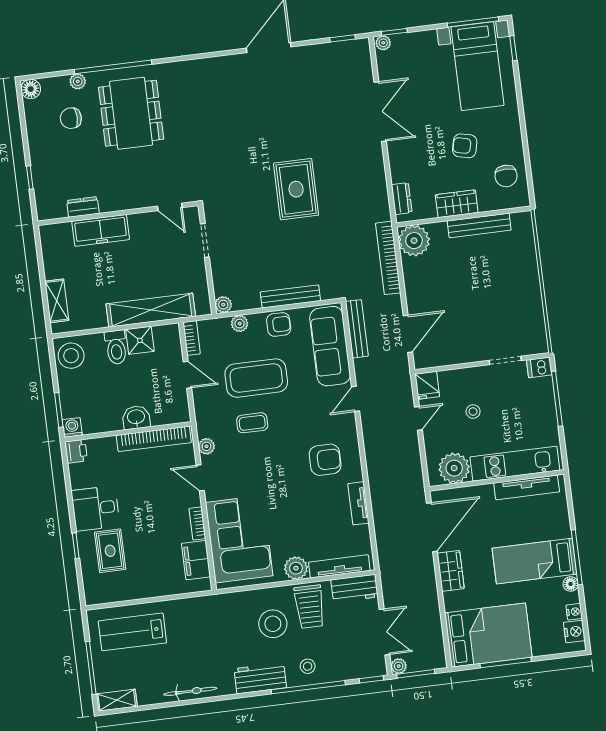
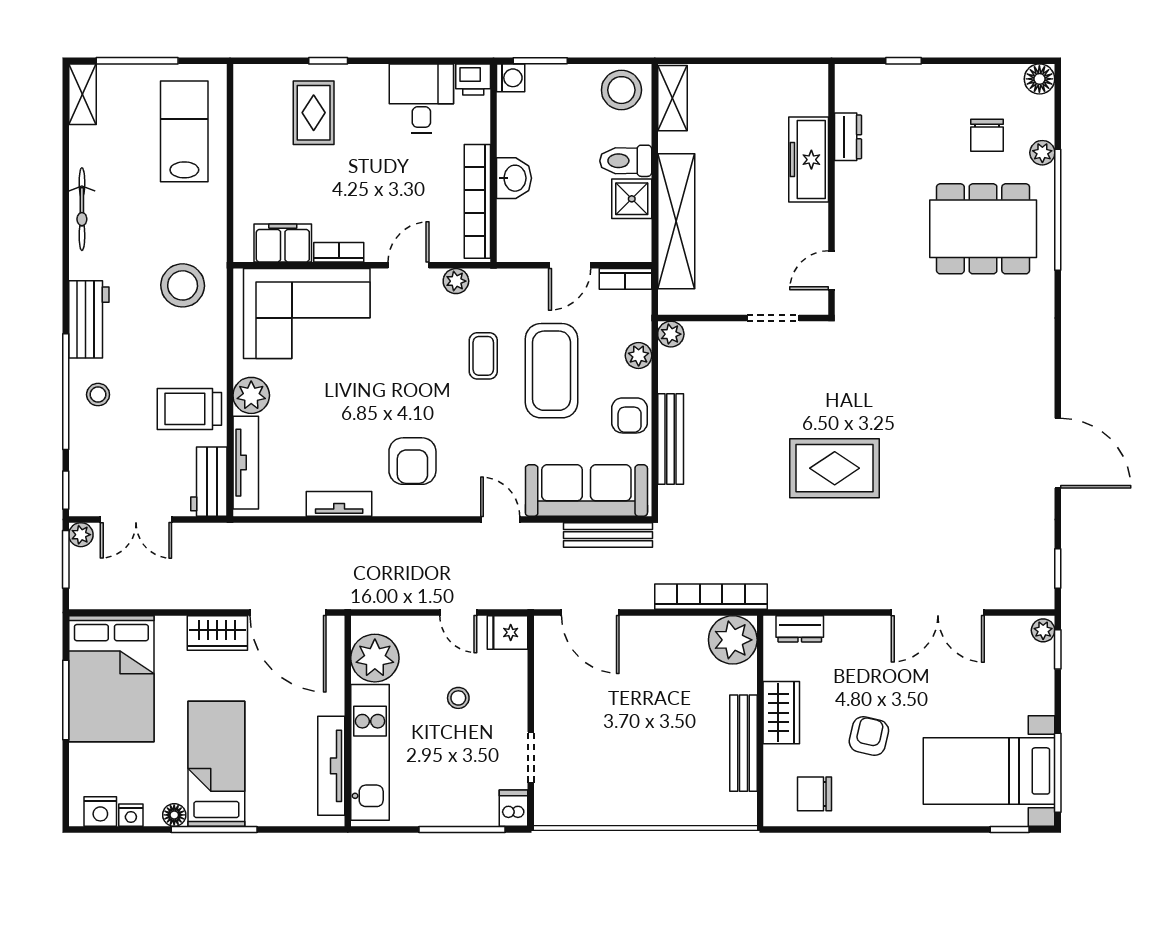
chair: (71, 118) -> (987, 135), turned 180
shelving: (57, 301) -> (673, 98), moved, turned 90
desk: (96, 508) -> (421, 98), moved
rug: (110, 551) -> (314, 113), turned 90
stool: (273, 624) -> (183, 285), moved

